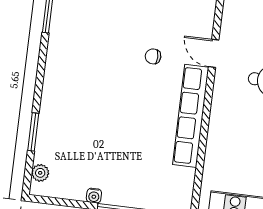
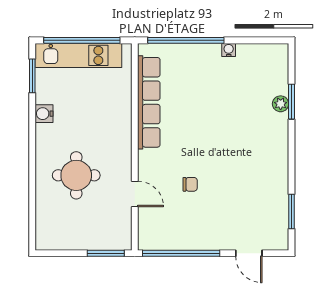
row of seats: (191, 116) -> (149, 102), moved
plant: (40, 173) -> (281, 104), moved

